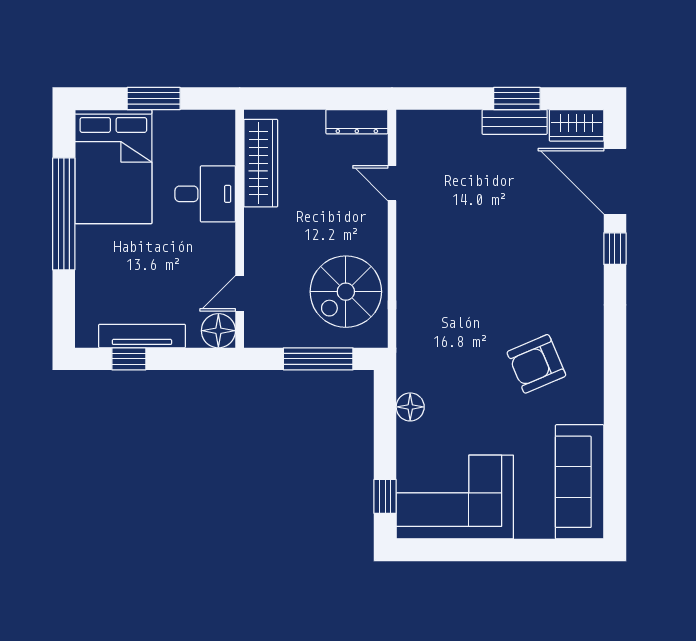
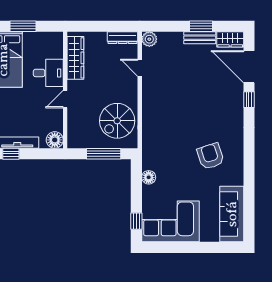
plant: (411, 125) -> (149, 39), added
door: (240, 293) -> (65, 99), moved
armchair: (536, 364) -> (210, 156), turned 95

